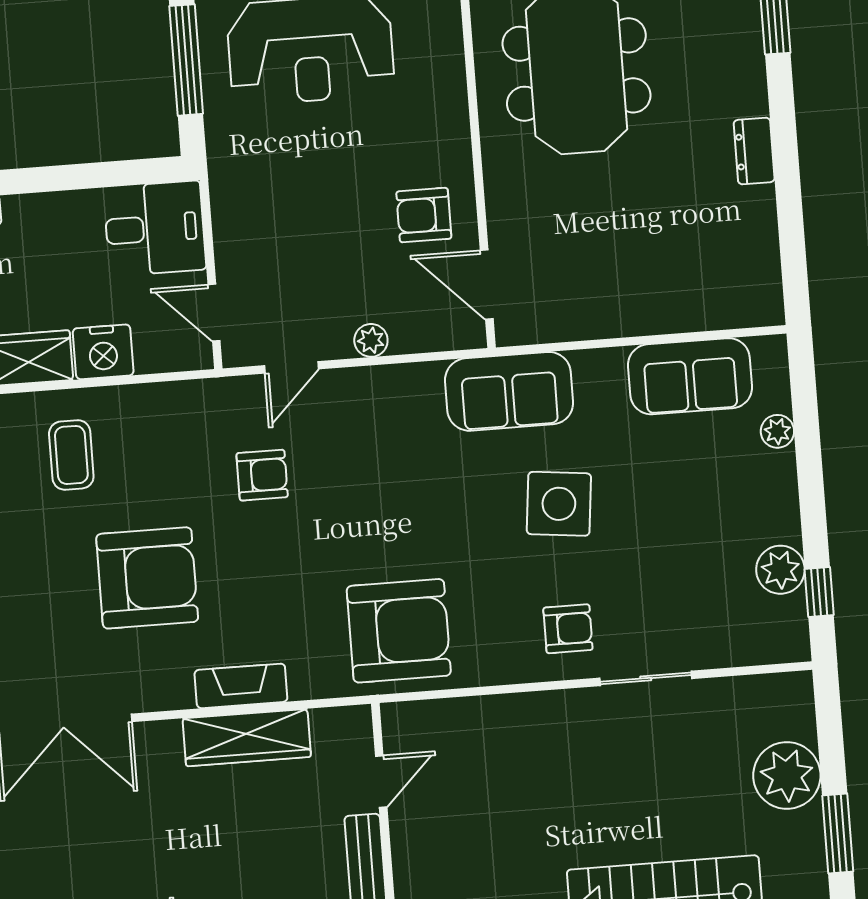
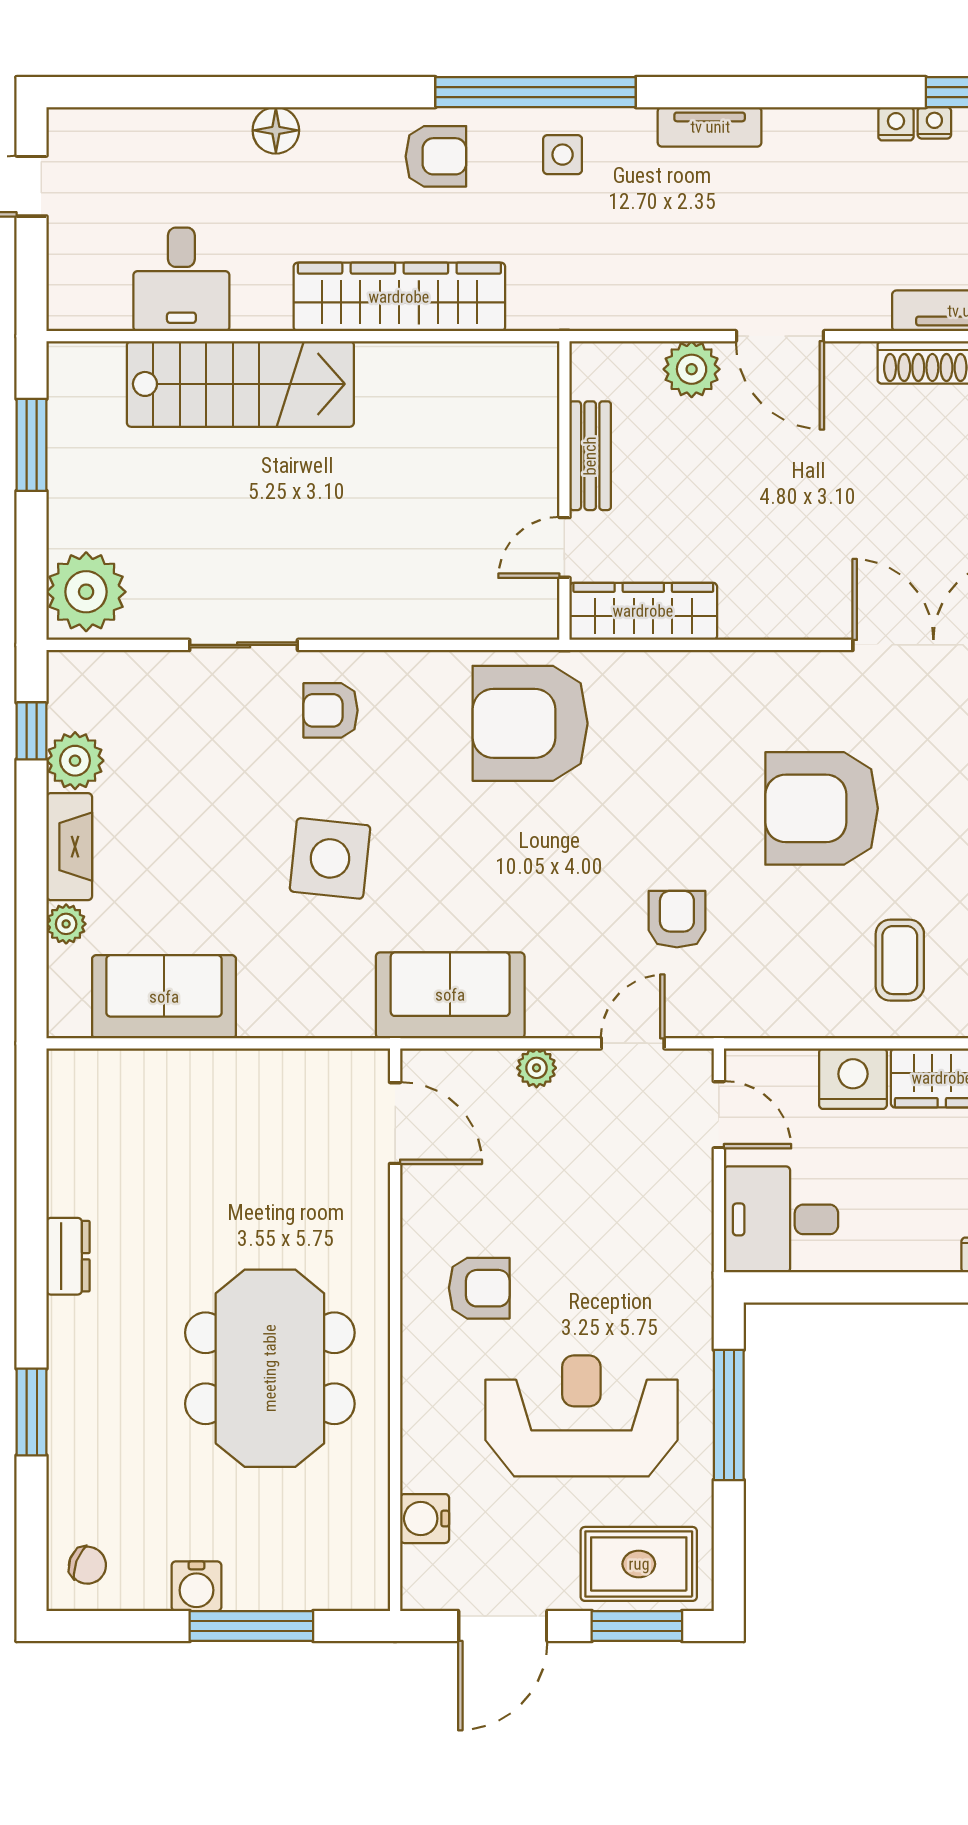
armchair: (424, 215) -> (479, 1288), moved
sofa: (509, 391) -> (450, 995), moved
armchair: (262, 475) -> (677, 919), turned 90
fireplace: (241, 686) -> (69, 847), moved, turned -90
wardrobe: (247, 738) -> (643, 611), moved
plant: (787, 775) -> (86, 592), moved

